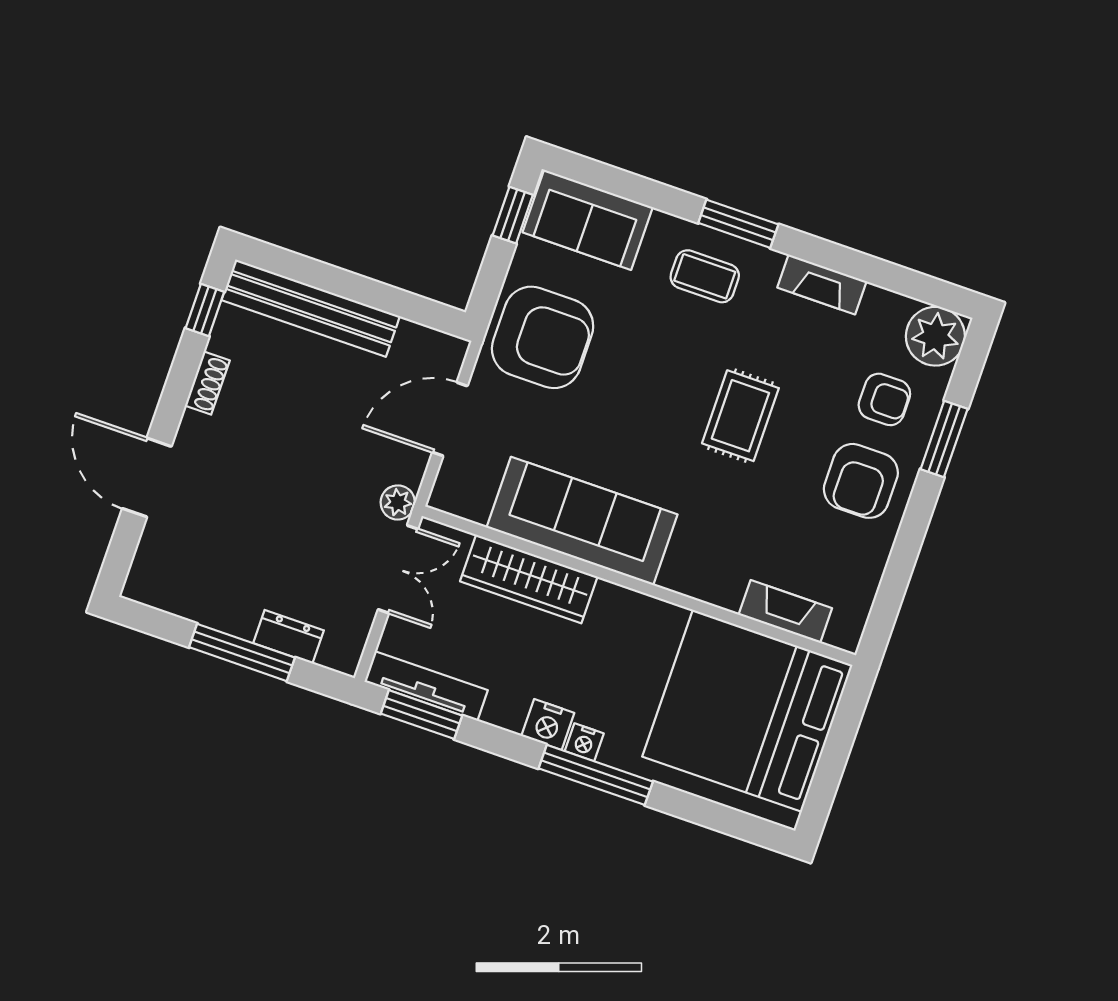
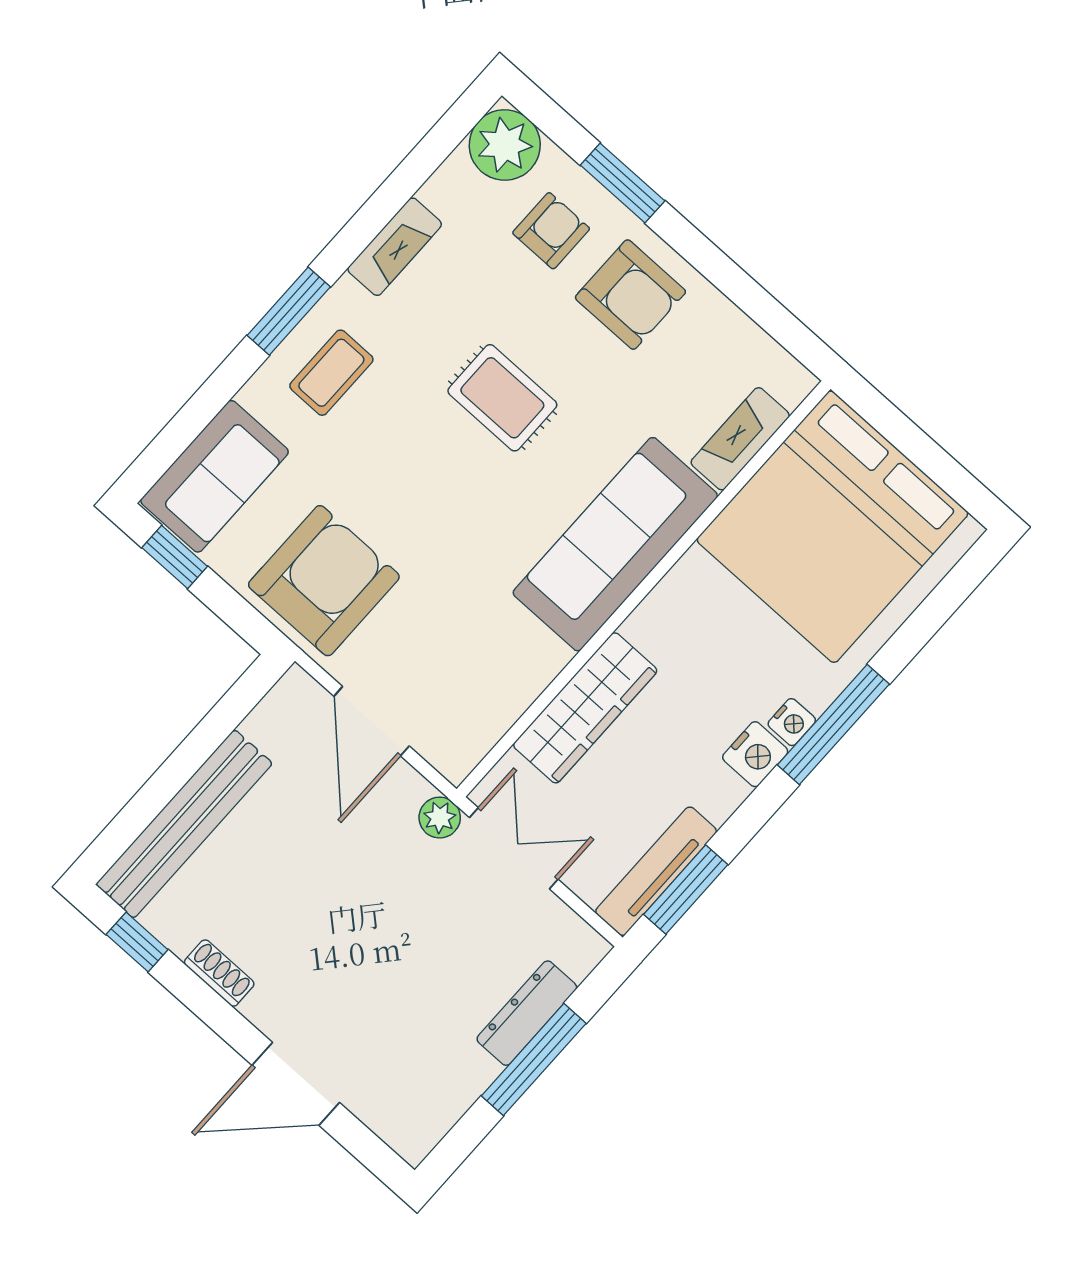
sofa: (582, 521) -> (615, 544), moved
dresser: (288, 637) -> (527, 1013), width x1.44

